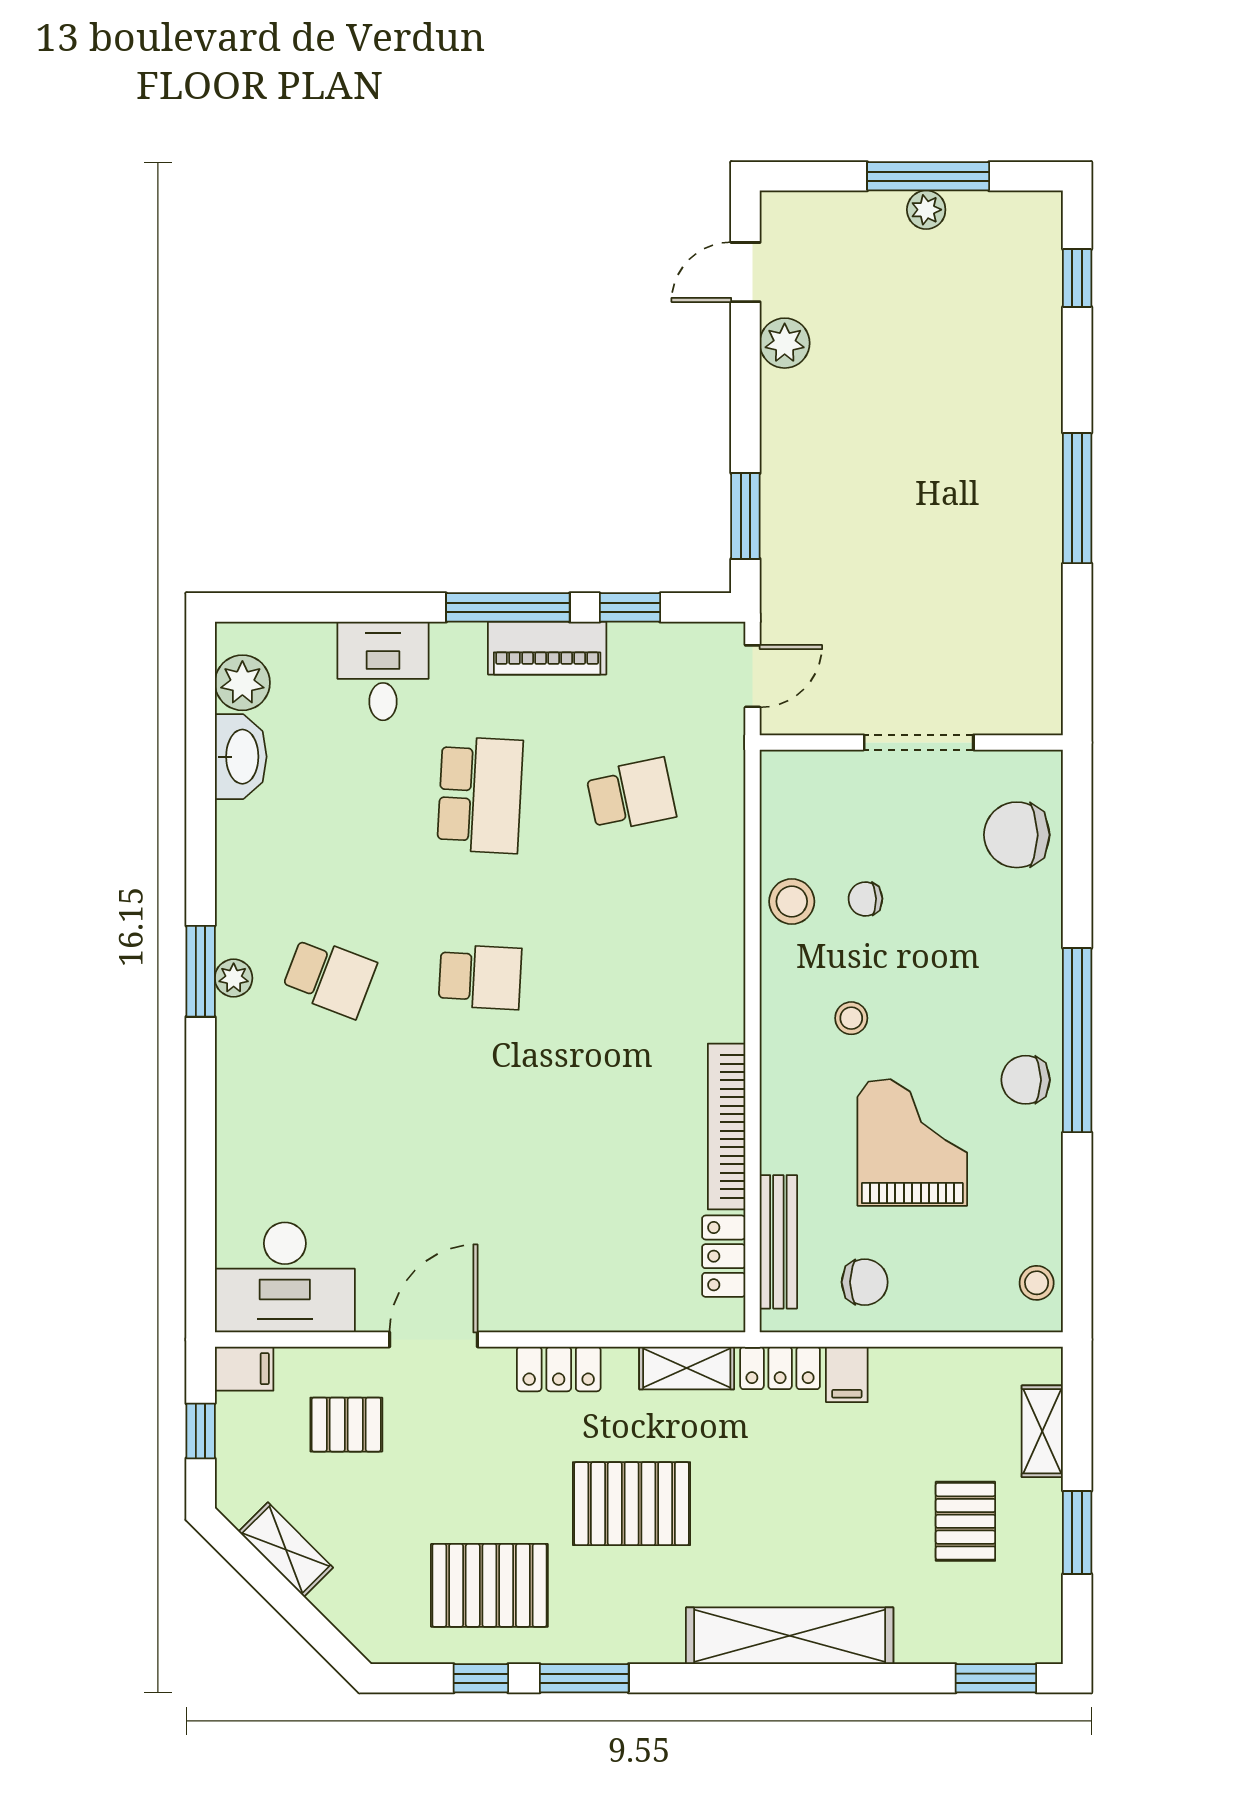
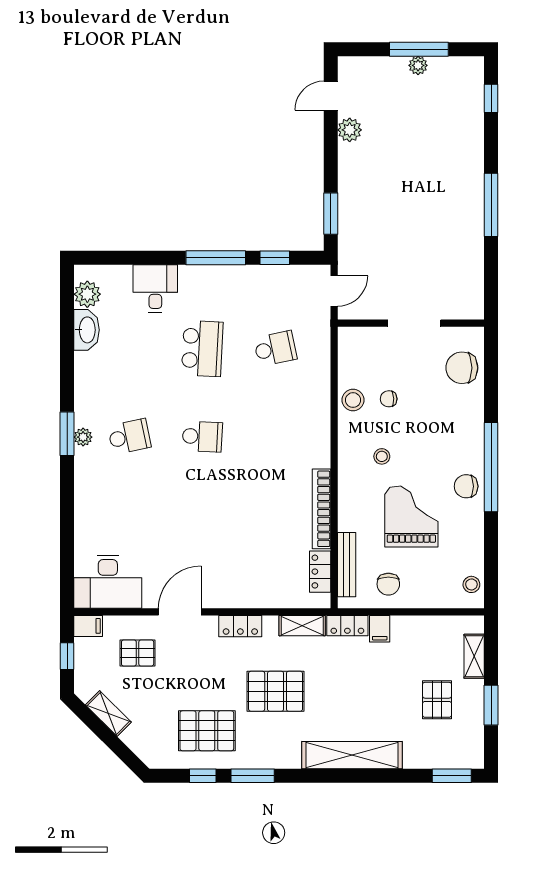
piano: (547, 648) -> (235, 277), removed
school desk: (329, 977) -> (129, 437), turned -33
chair: (865, 1282) -> (388, 584), turned 90

